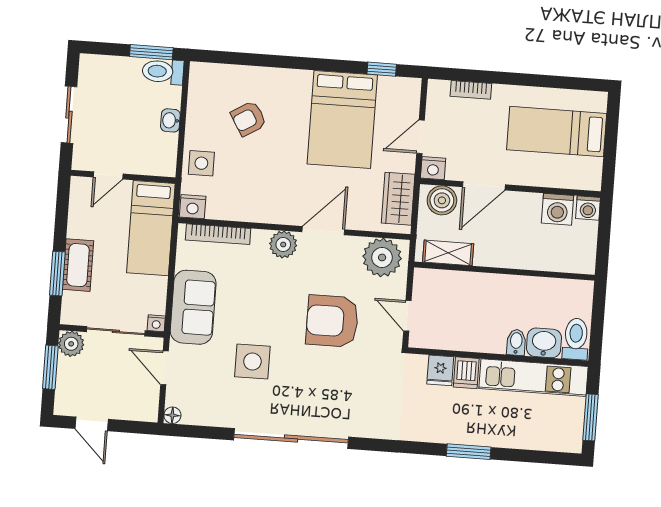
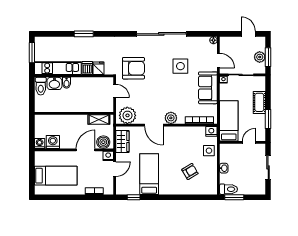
bed: (342, 119) -> (149, 174), width x0.67
door: (323, 231) -> (154, 125), hinge flipped
window: (57, 274) -> (268, 119), moved
armchair: (332, 321) -> (133, 68), moved
plant: (71, 344) -> (260, 57), moved

